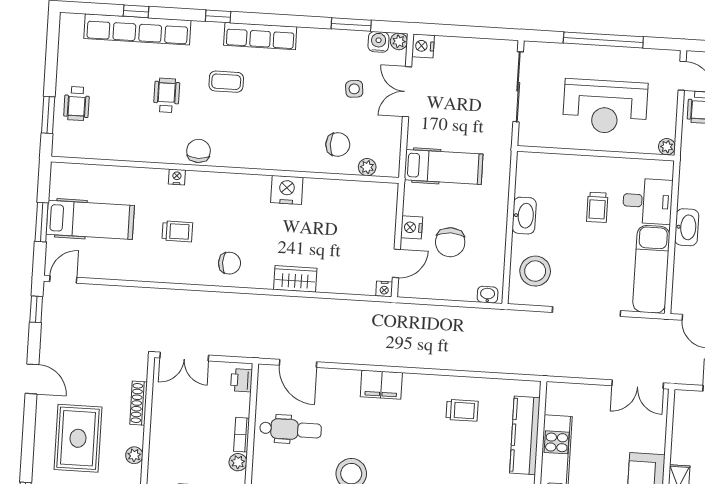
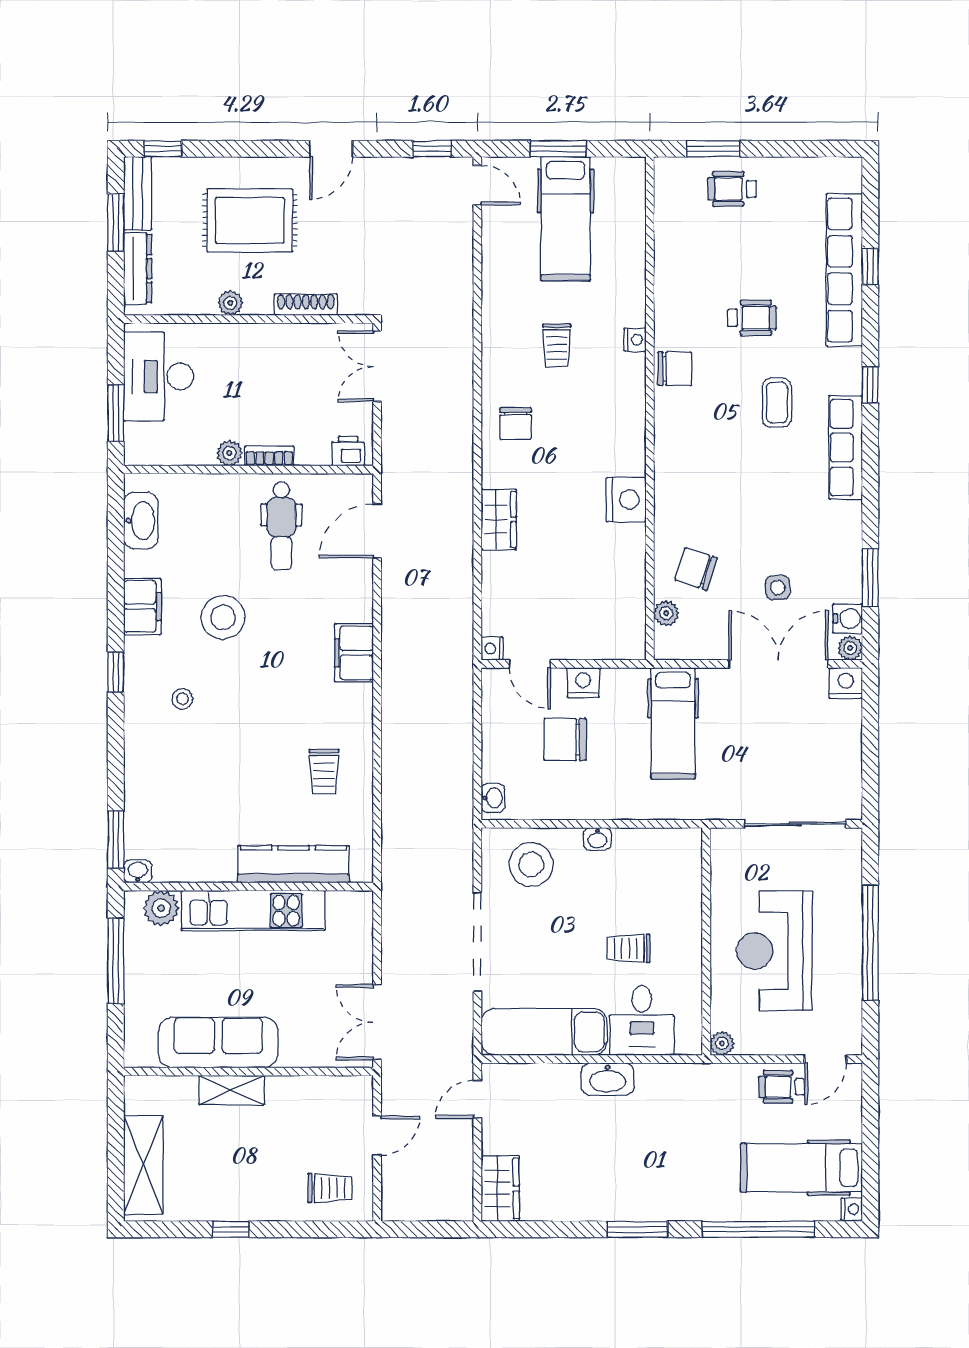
double door: (407, 92) -> (778, 664), width x1.37
chair: (338, 144) -> (696, 569), turned 108
washbasin: (524, 216) -> (597, 839), width x0.52, depth x0.69

